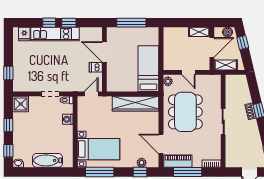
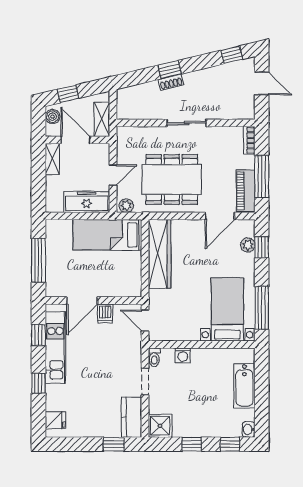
window: (69, 23) -> (38, 335), moved
kitchen unit: (55, 34) -> (55, 348), moved
freezer: (170, 55) -> (87, 202), added
kitchen counter: (26, 85) -> (131, 417), added

